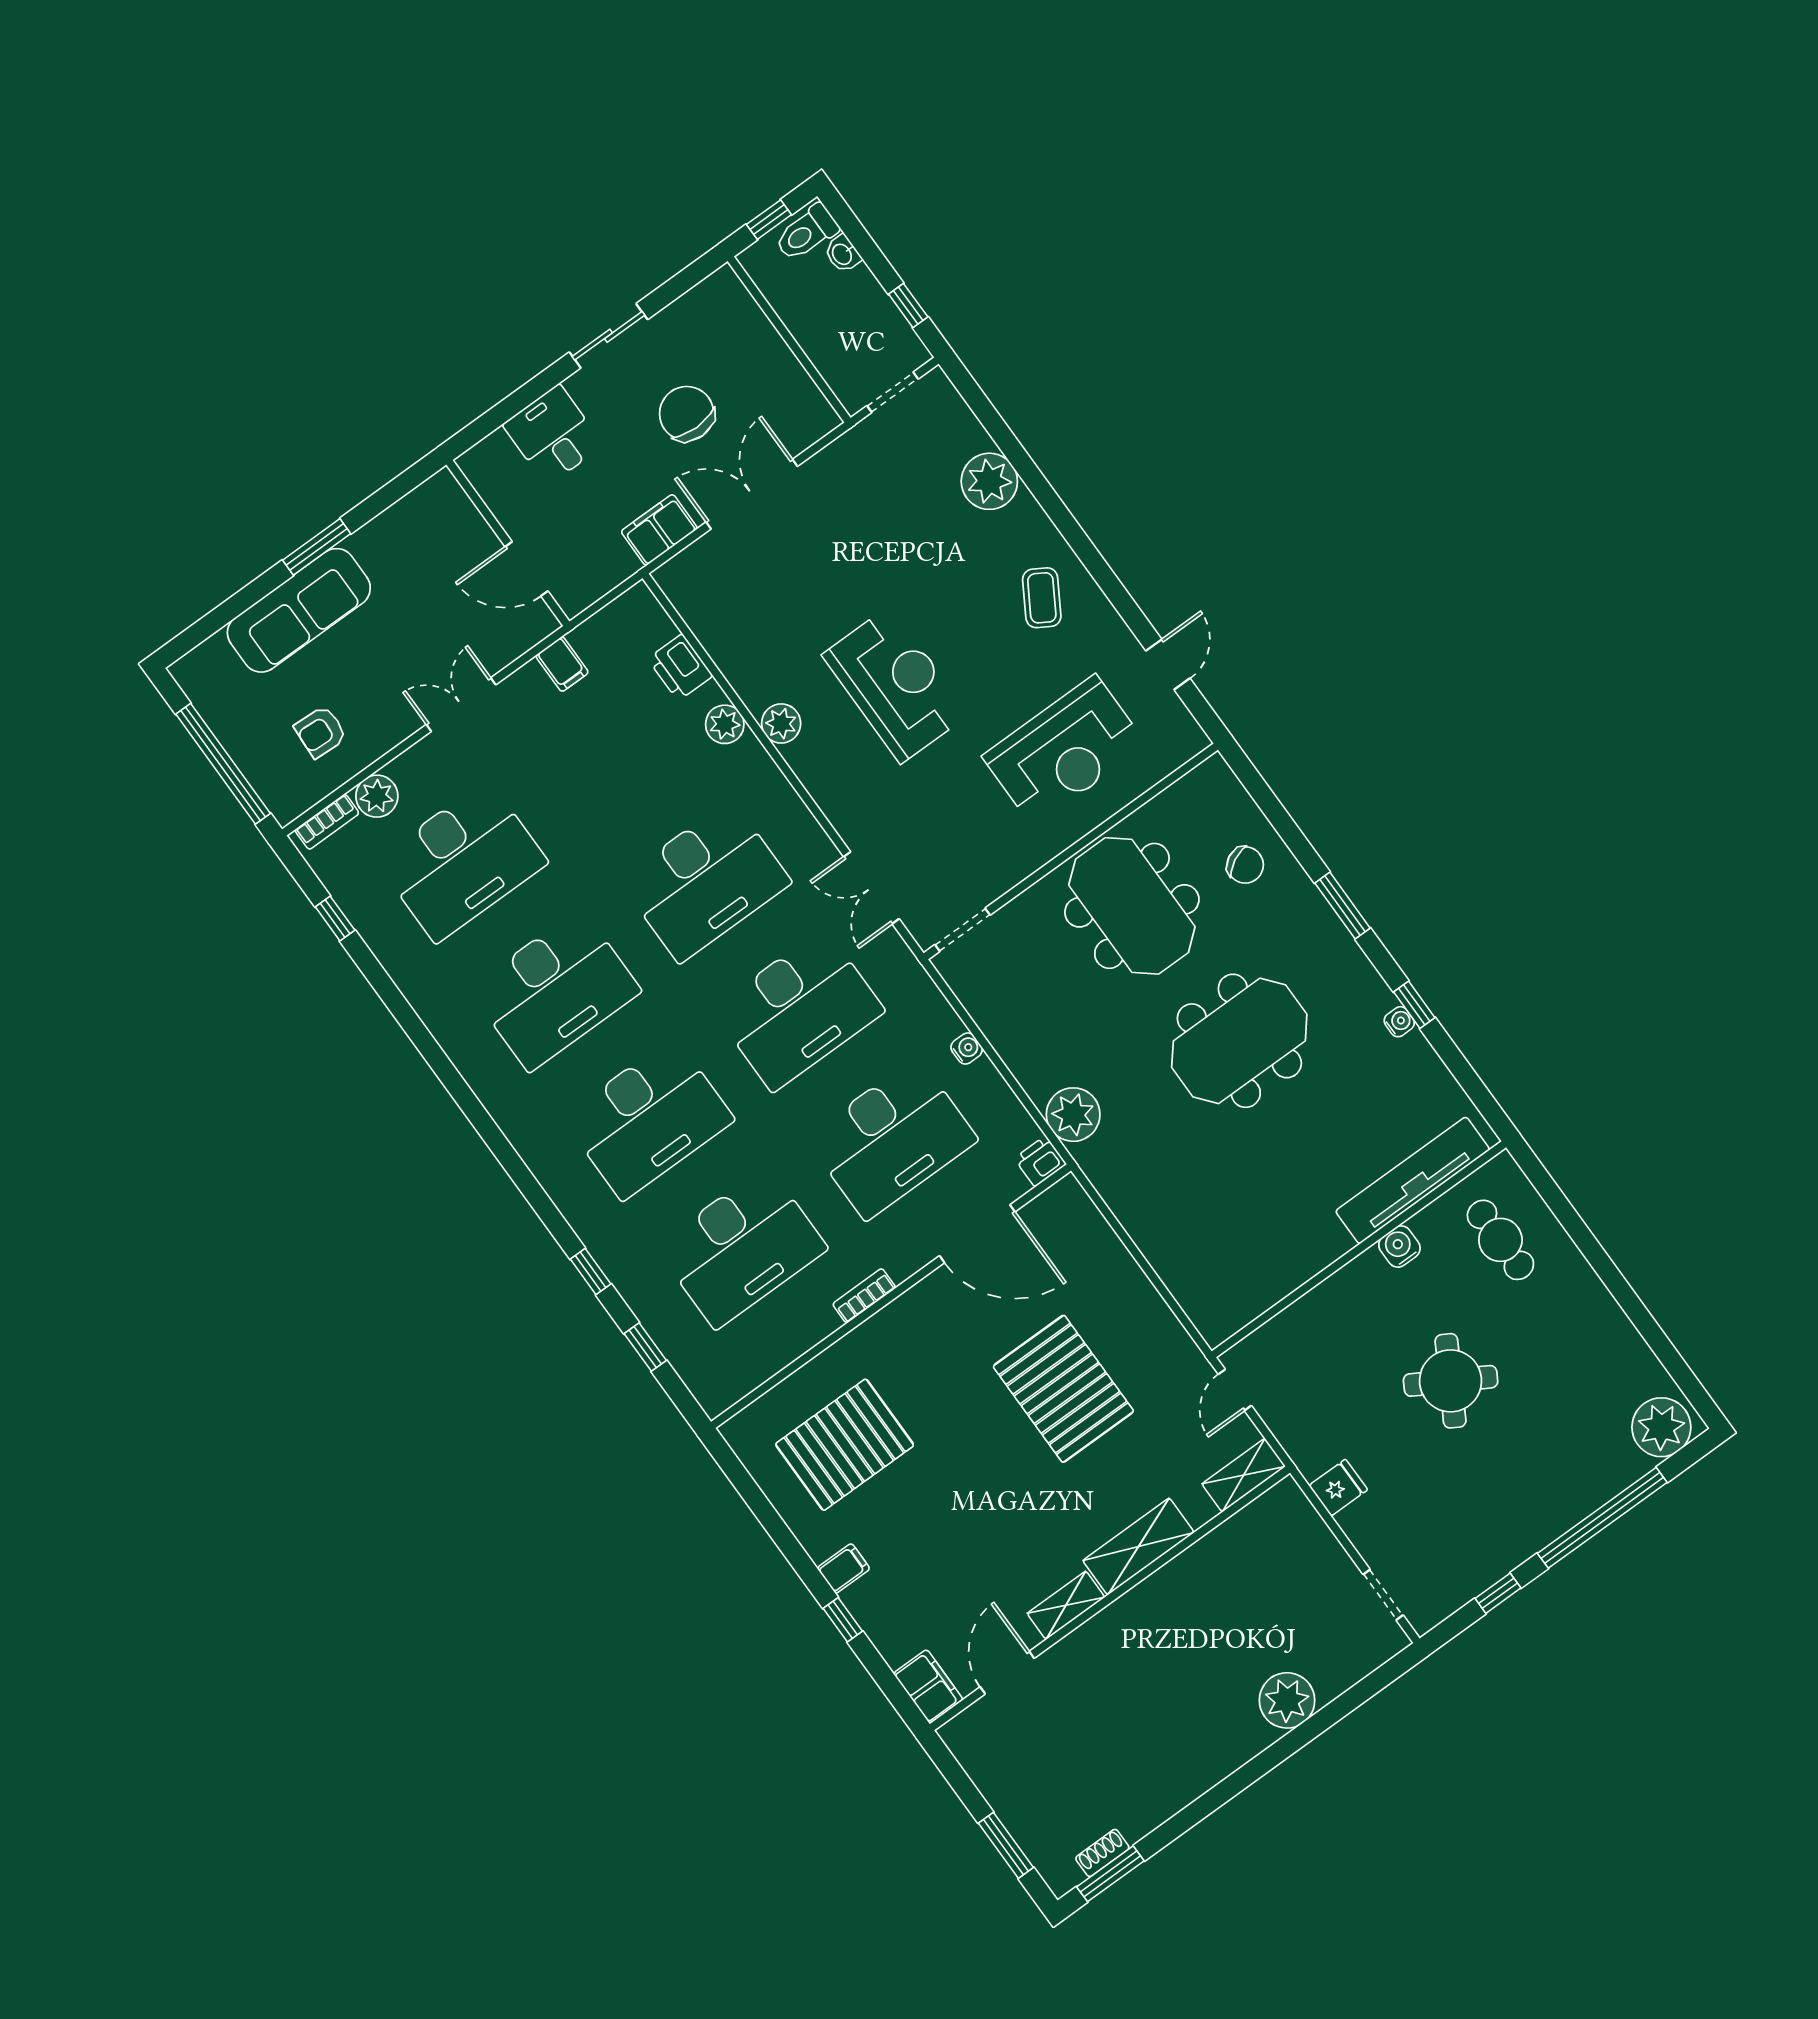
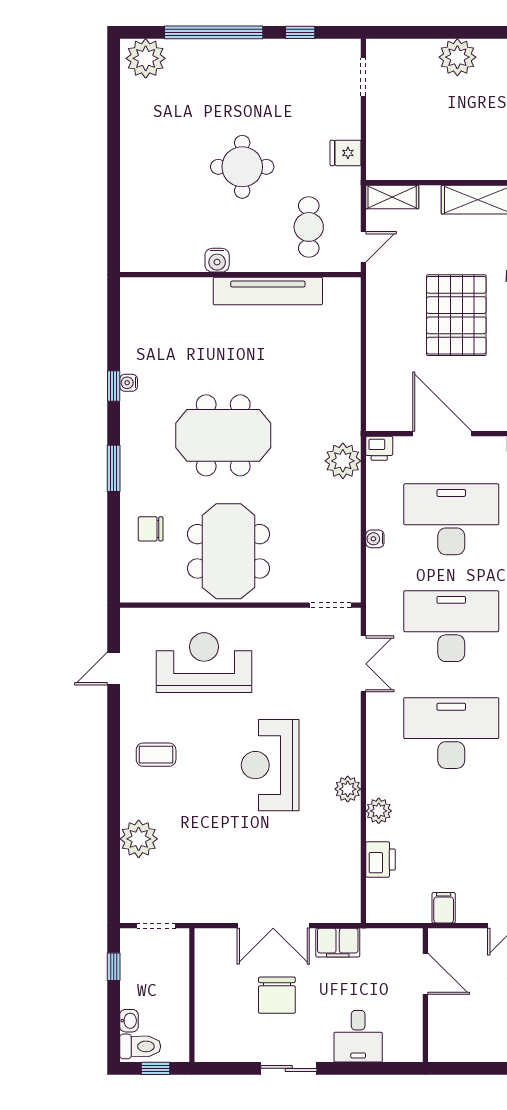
coffee table: (1042, 598) -> (156, 755), turned 59
chair: (1245, 865) -> (151, 529), turned -62
tv unit: (1413, 1180) -> (268, 291), moved
cafe table: (1500, 1240) -> (309, 227), moved
round table: (1451, 1381) -> (242, 167), turned -30

